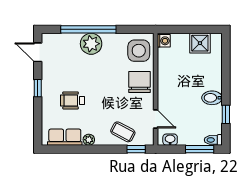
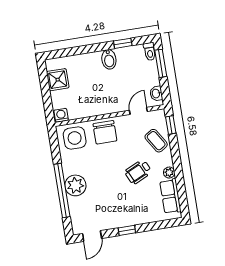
chair: (140, 82) -> (105, 132), turned -90
wheelchair: (72, 100) -> (138, 172), moved, turned 65
coffee table: (123, 132) -> (156, 141), turned -60

